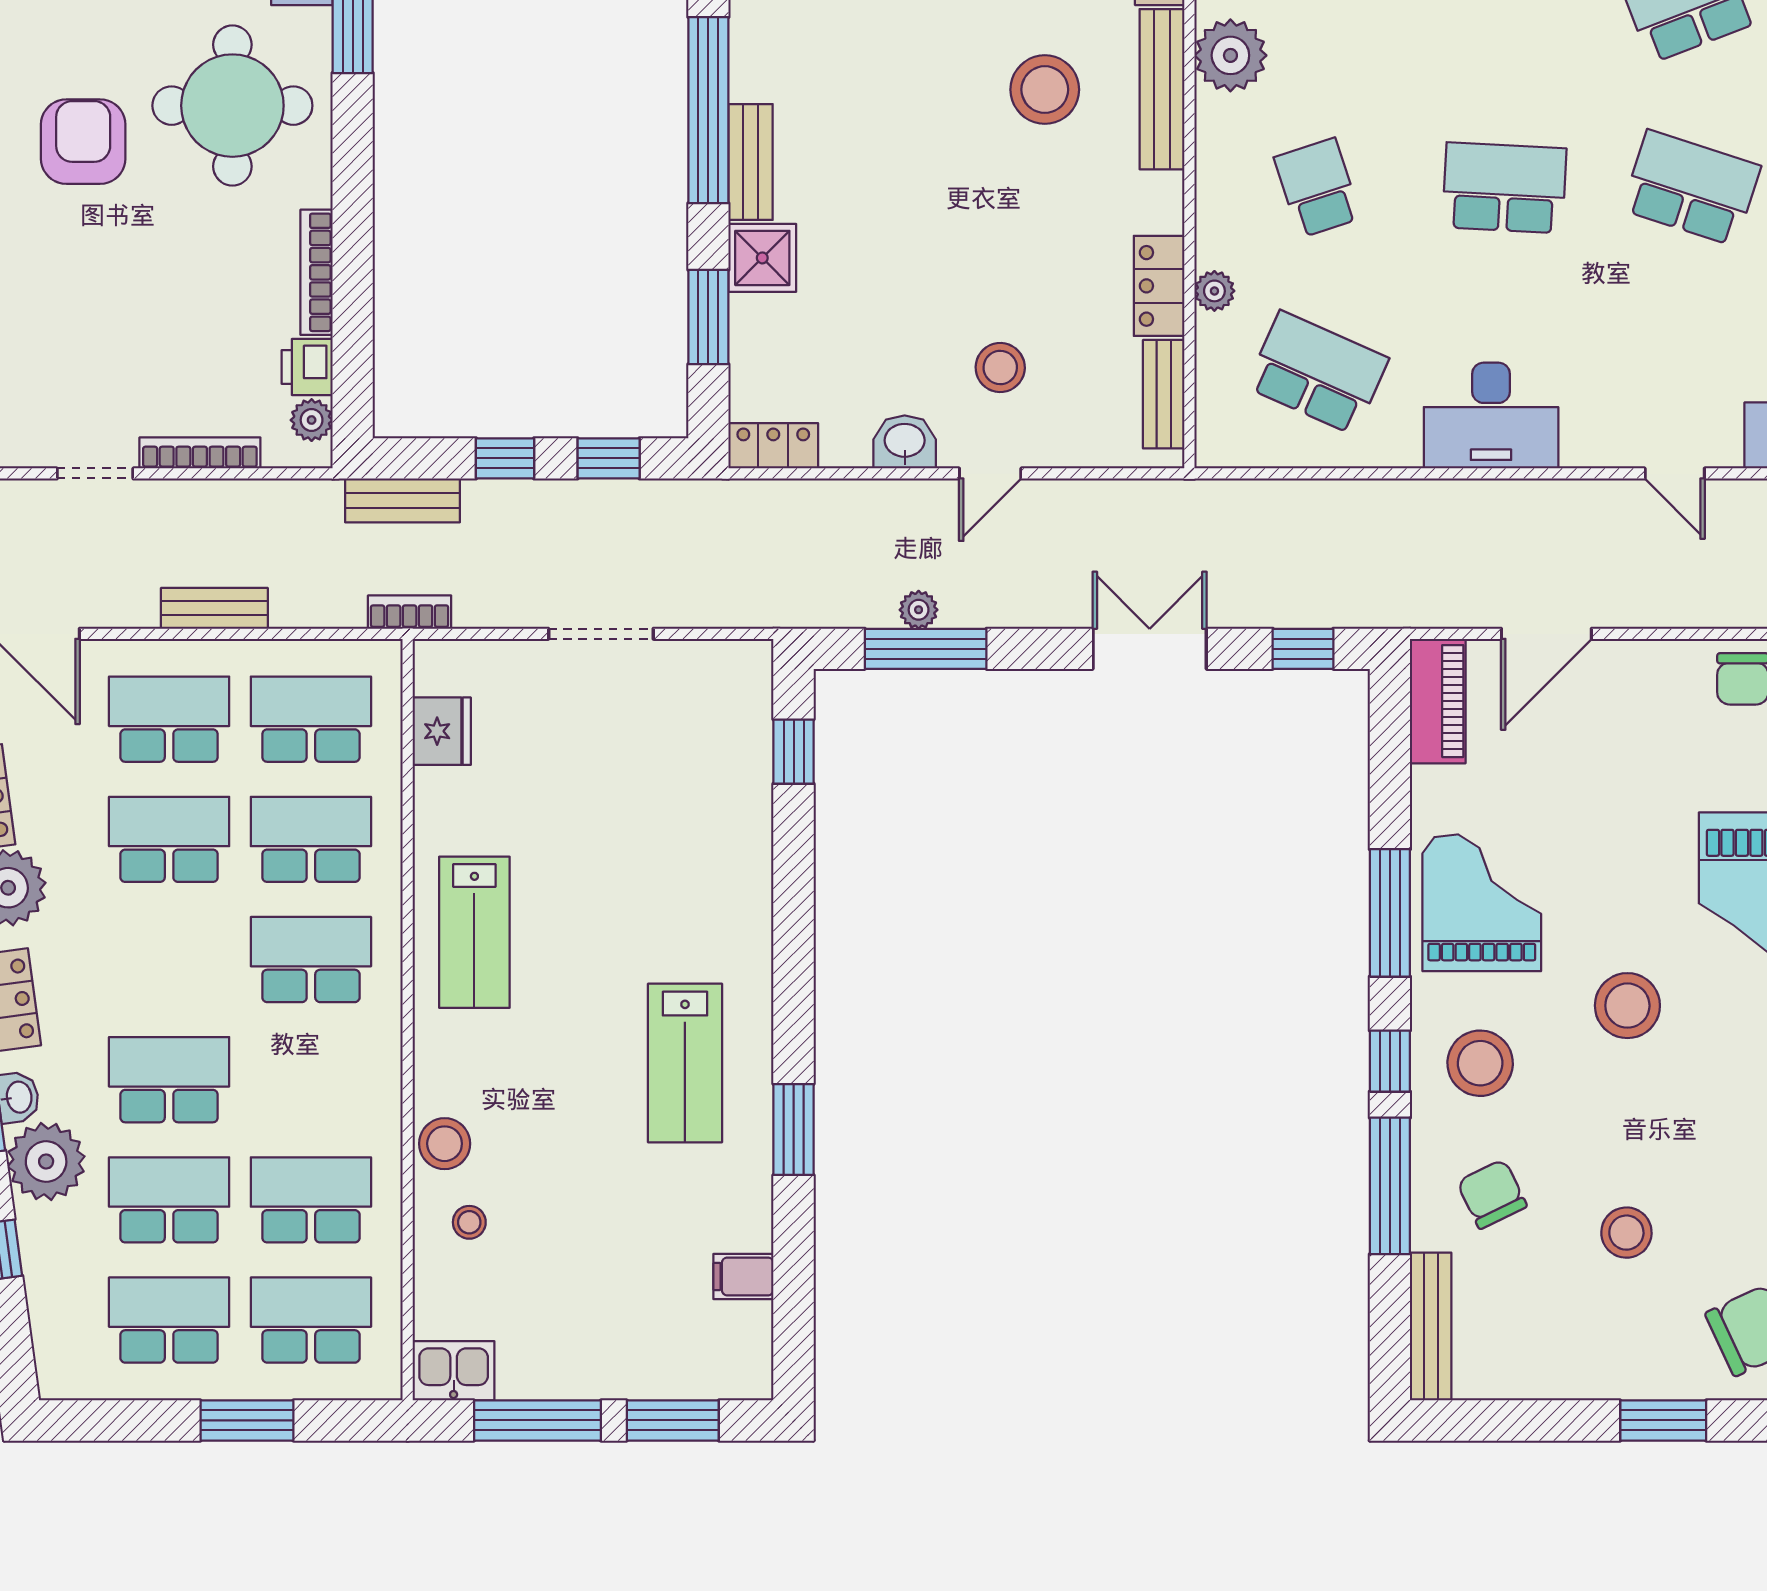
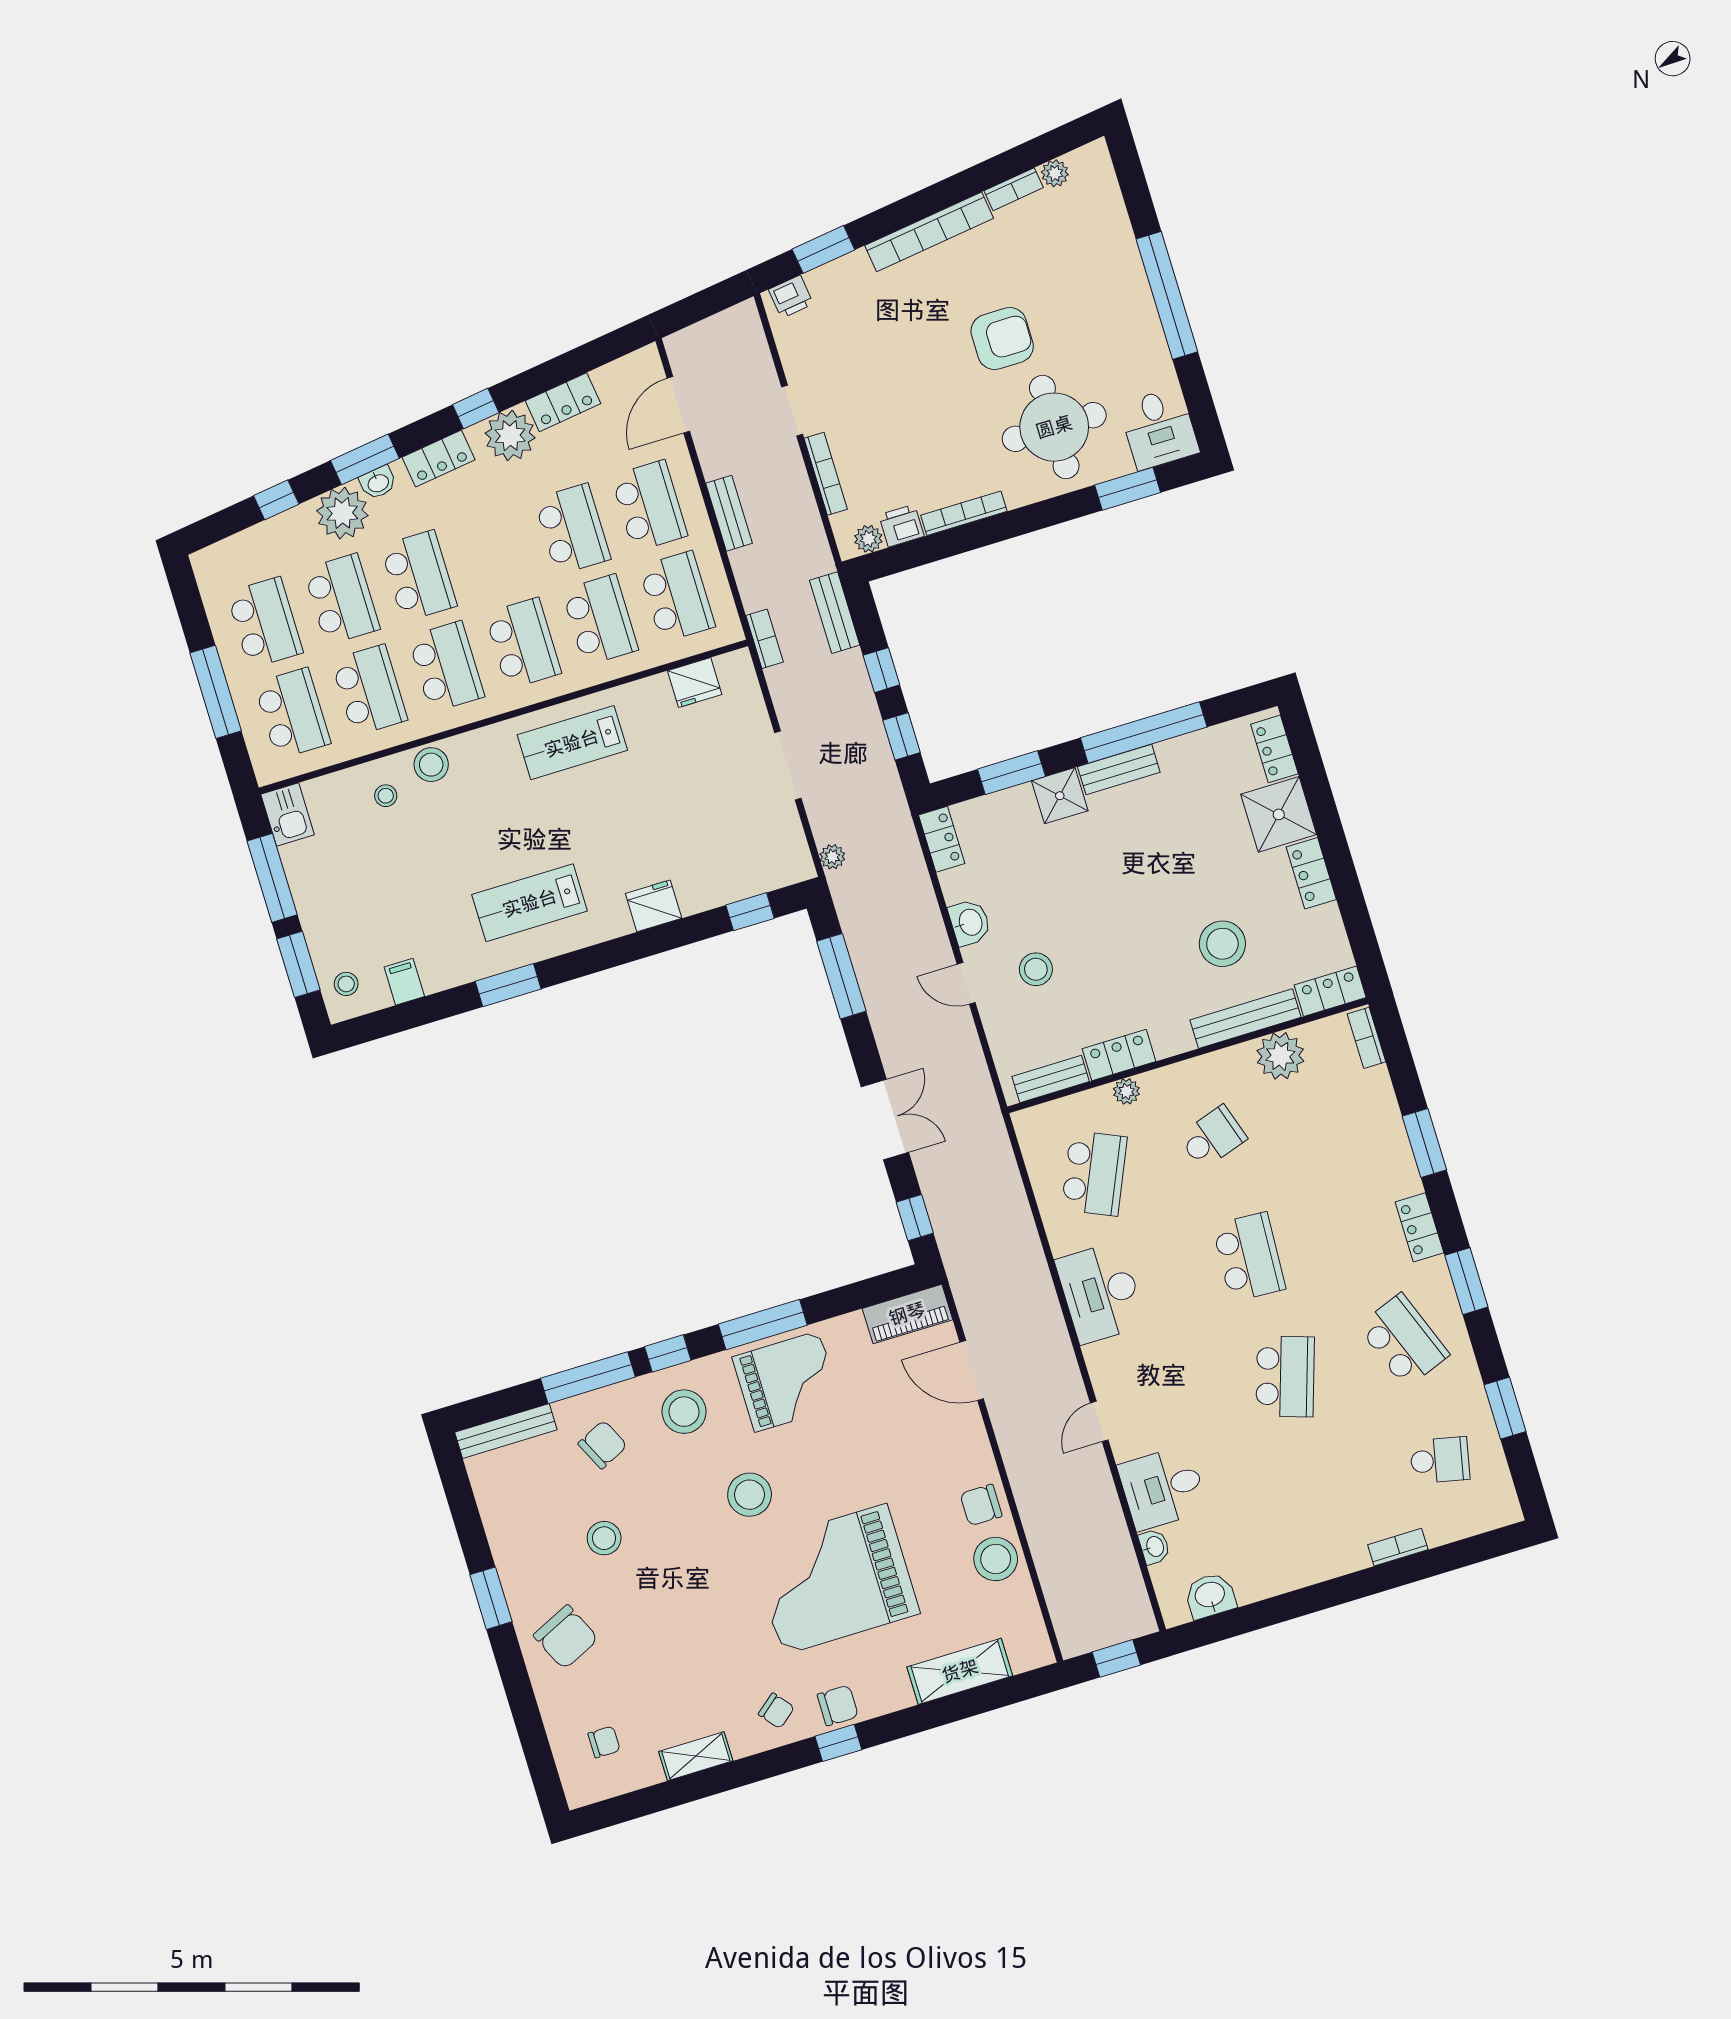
plant: (919, 610) -> (832, 857), moved
fridge: (743, 887) -> (654, 906), added
school desk: (311, 1080) -> (446, 667), added
stool: (721, 1361) -> (346, 984), added
window: (247, 1420) -> (216, 692), width x1.44

